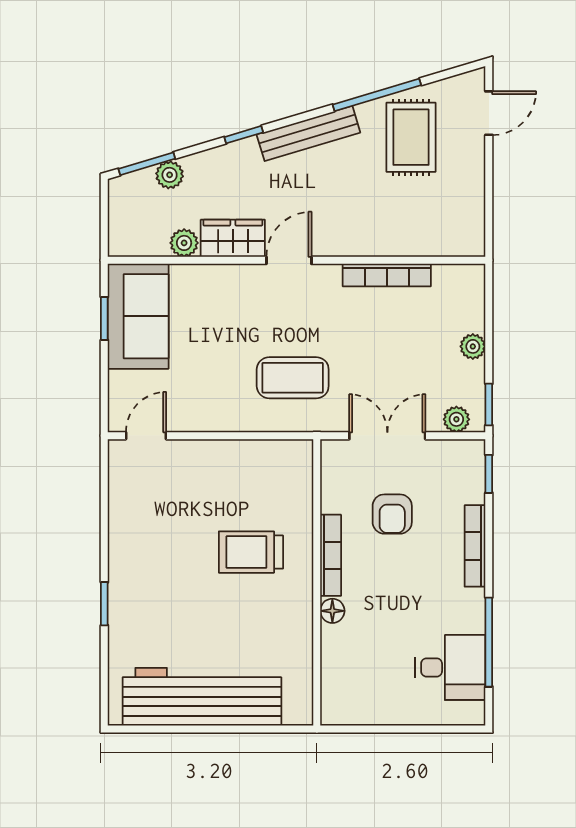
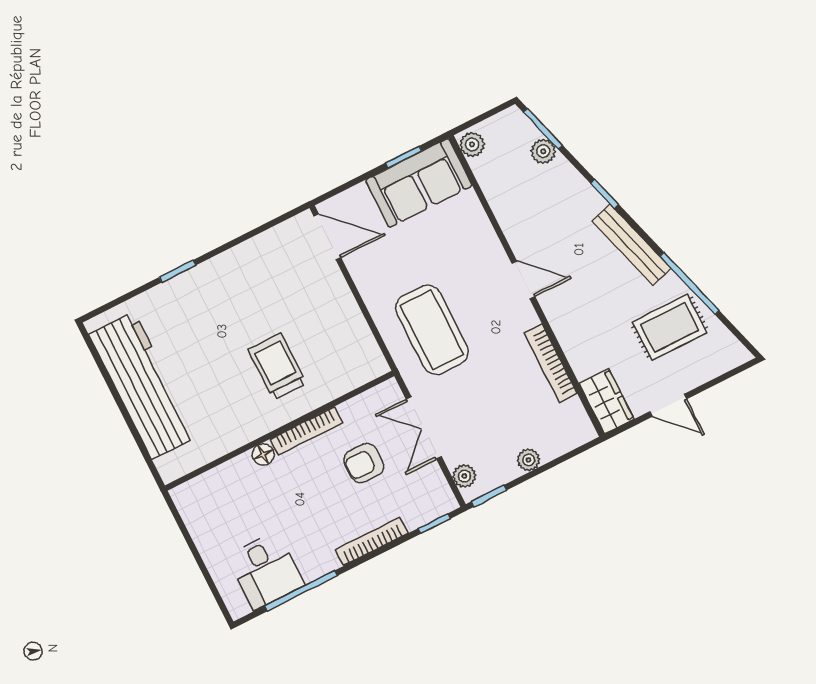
door: (489, 113) -> (668, 405), moved
wardrobe: (233, 238) -> (606, 401), moved
plant: (184, 243) -> (472, 144), moved
coffee table: (293, 378) -> (432, 330), width x1.36, depth x1.32
door: (146, 436) -> (327, 237), width x1.38
double door: (387, 436) -> (424, 428), swing flipped

